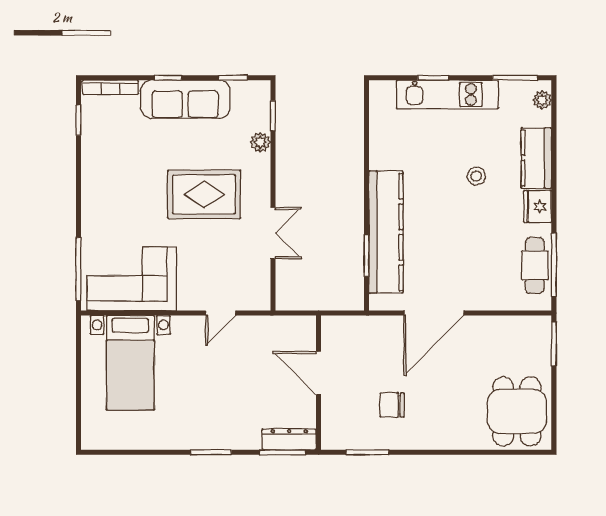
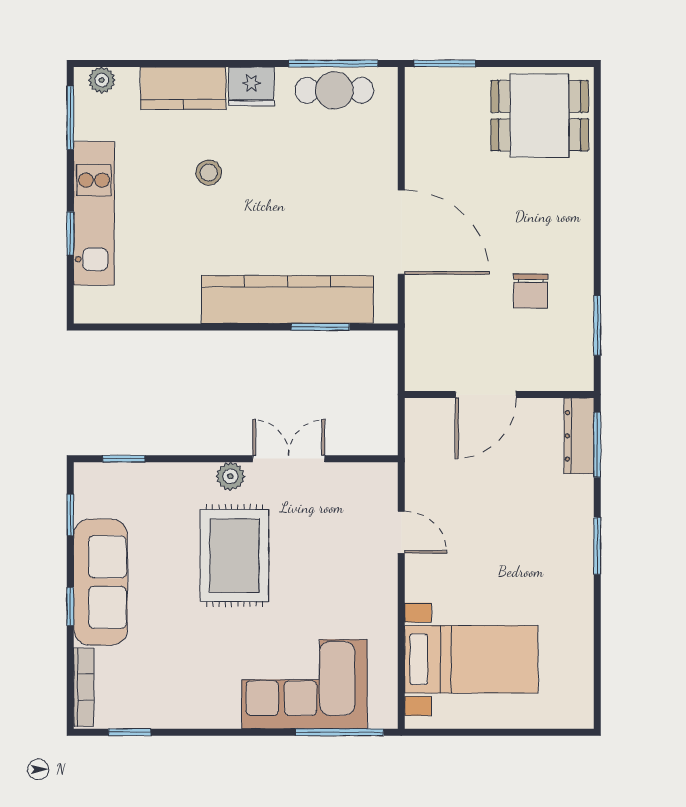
plant: (260, 142) -> (230, 476), moved
corner sofa: (132, 279) -> (305, 684), moved, turned 90

